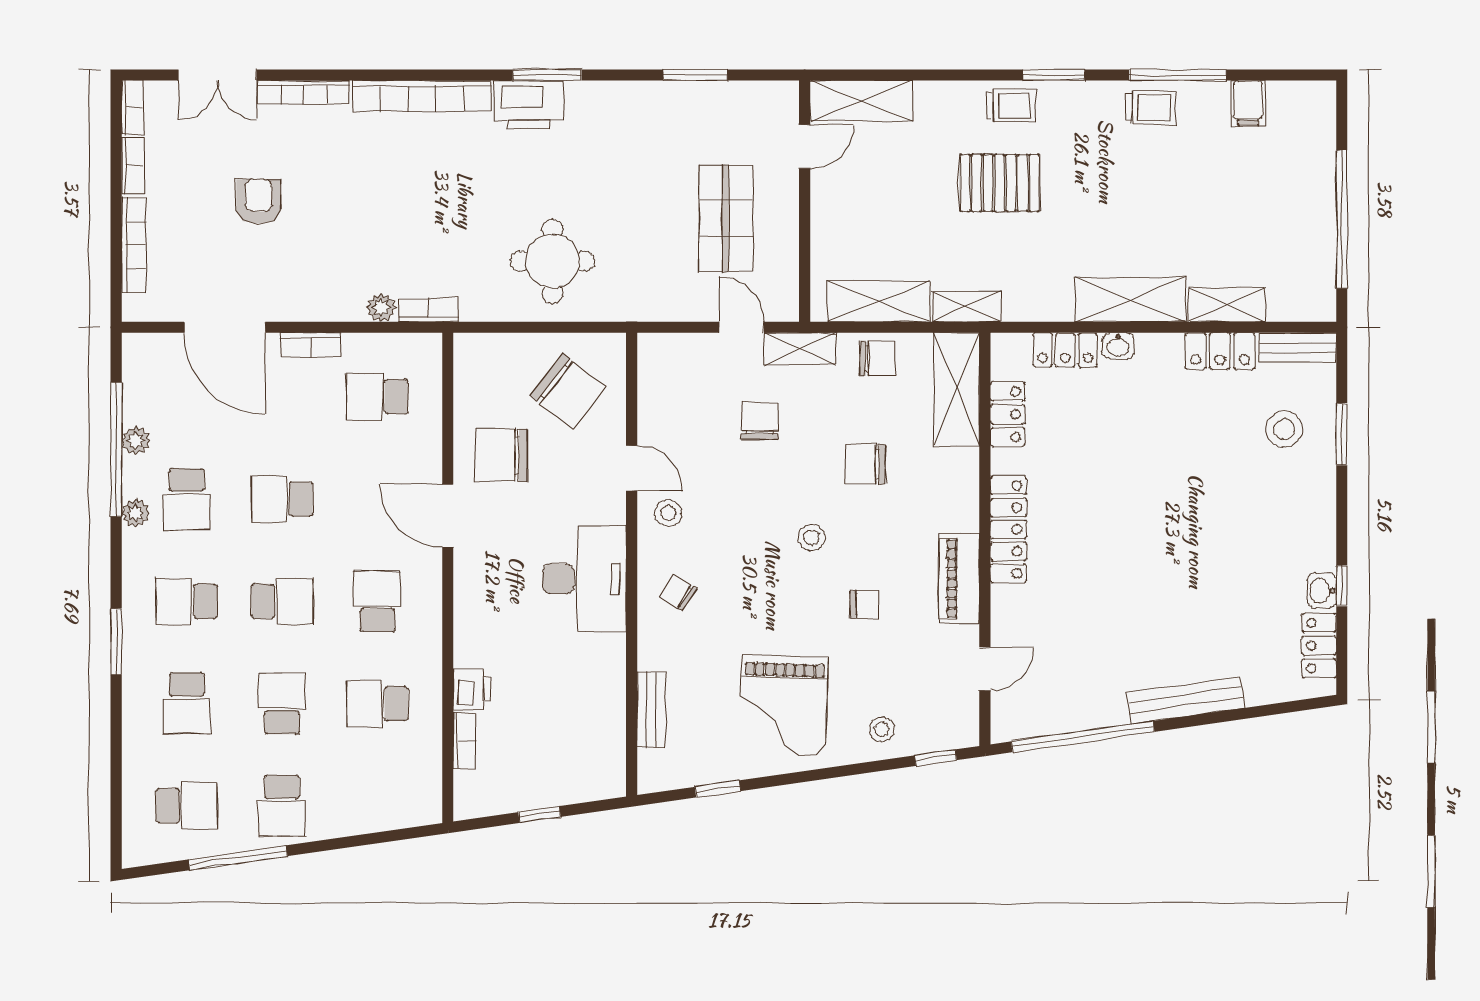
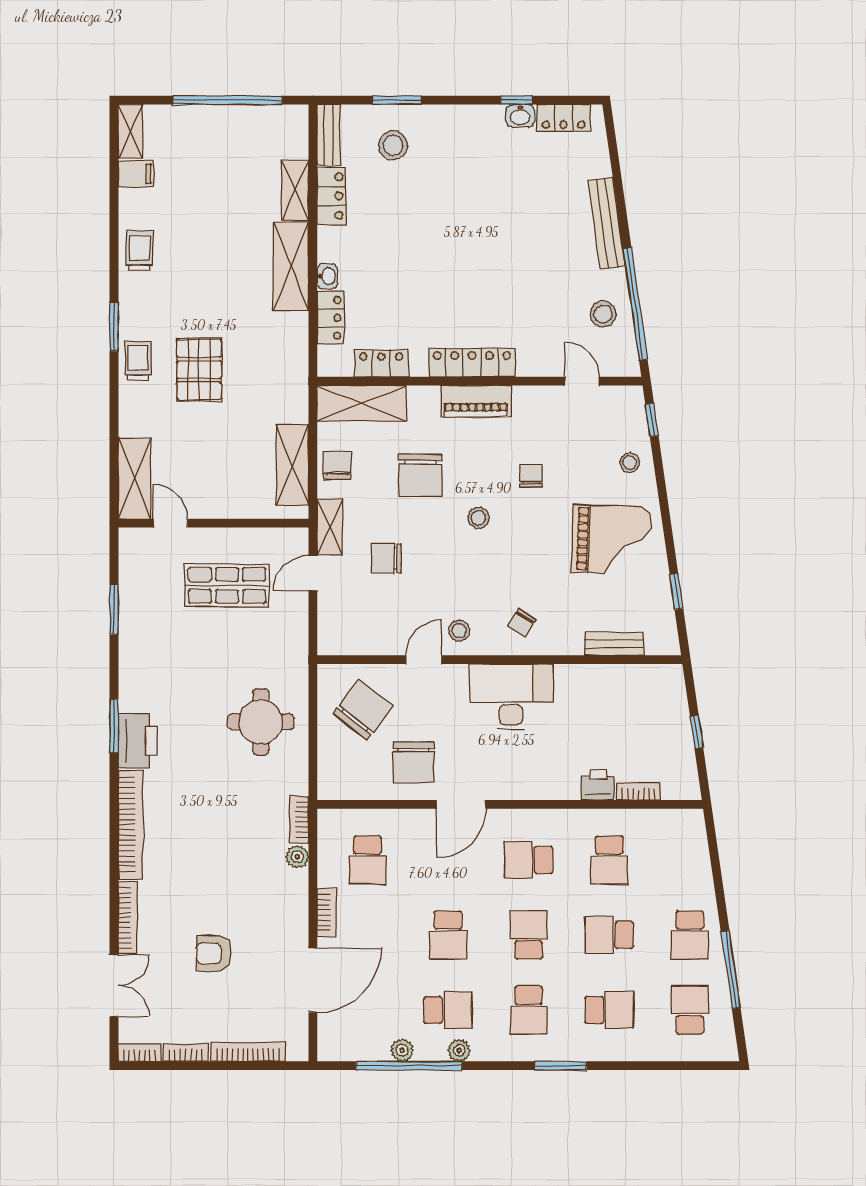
window: (1178, 75) -> (114, 229), removed
shelving: (967, 306) -> (130, 131), moved
chair: (865, 464) -> (421, 475), width x1.37, depth x1.37
piano: (959, 579) -> (476, 401), moved
stool: (1070, 696) -> (603, 314), added
school desk: (282, 806) -> (690, 935), turned 90

